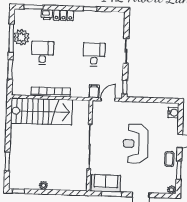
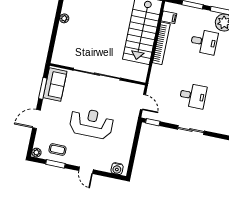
filing cabinet: (94, 91) -> (169, 17), moved
coffee table: (169, 159) -> (57, 149), moved

